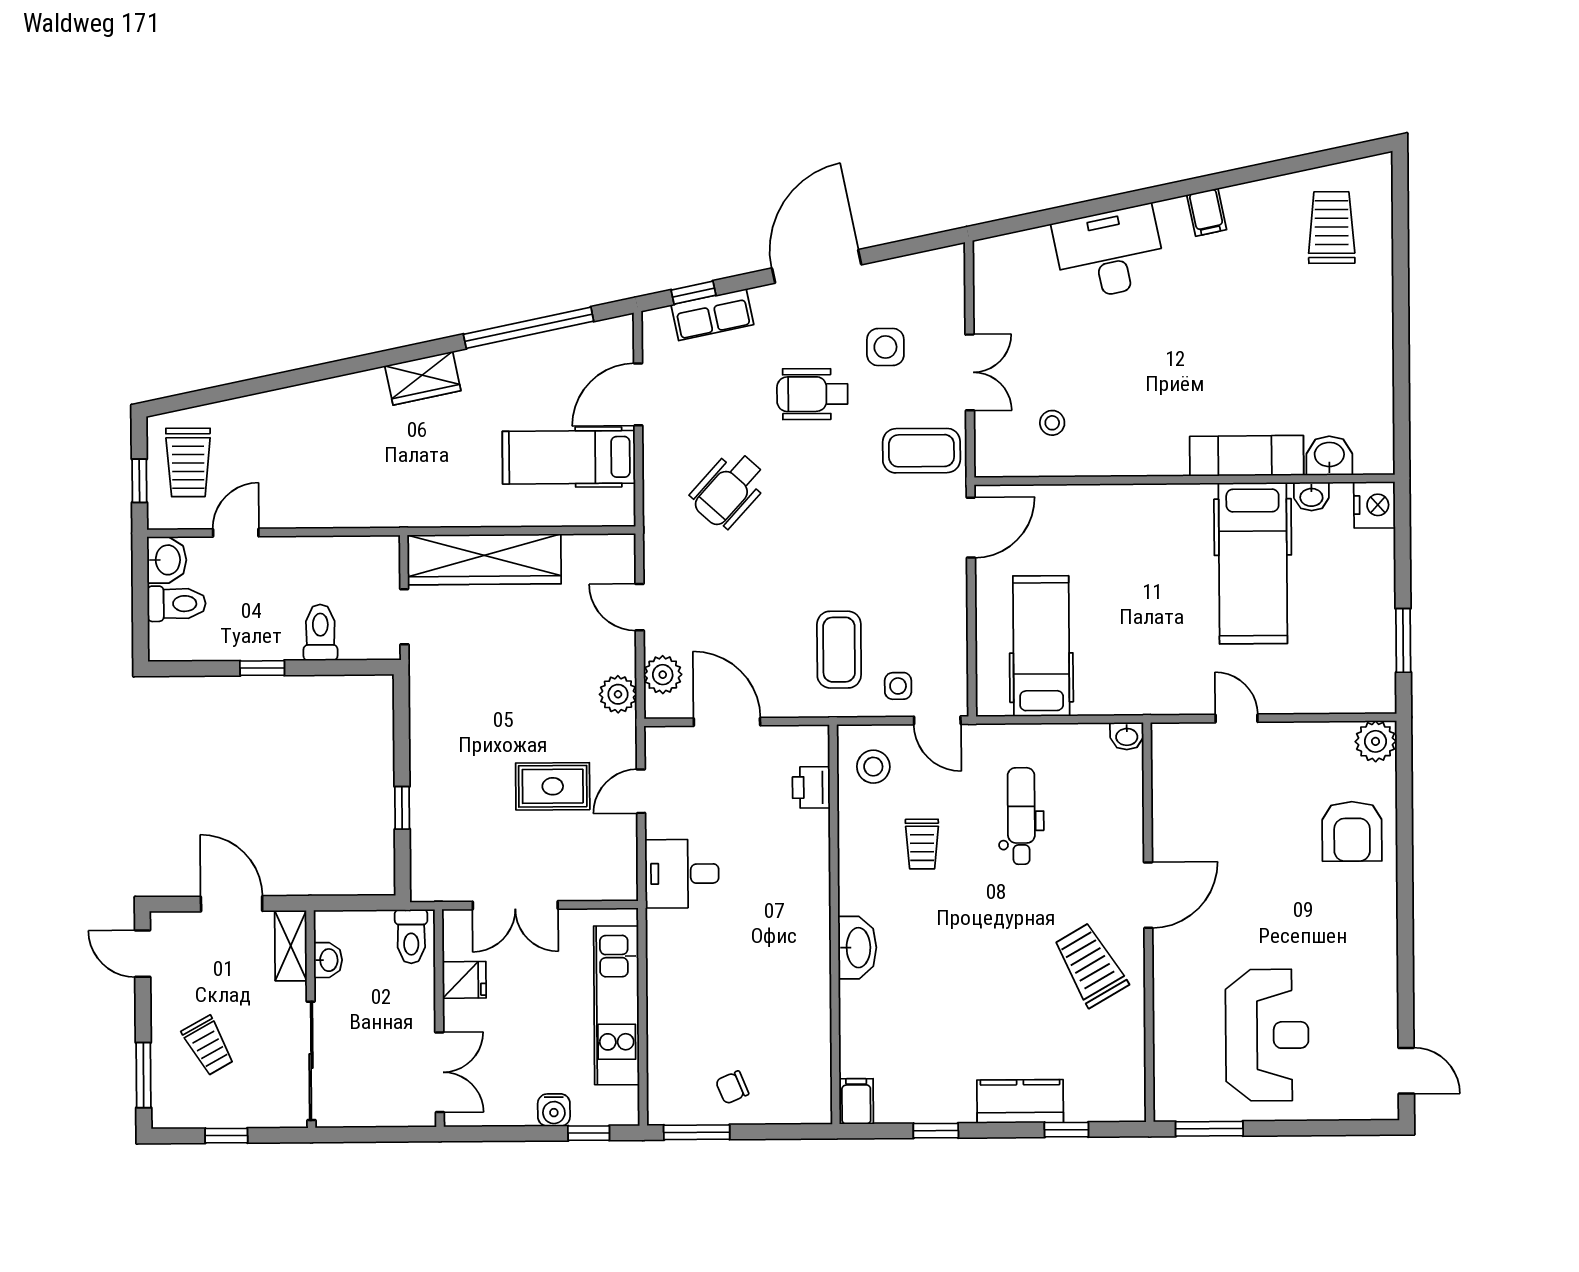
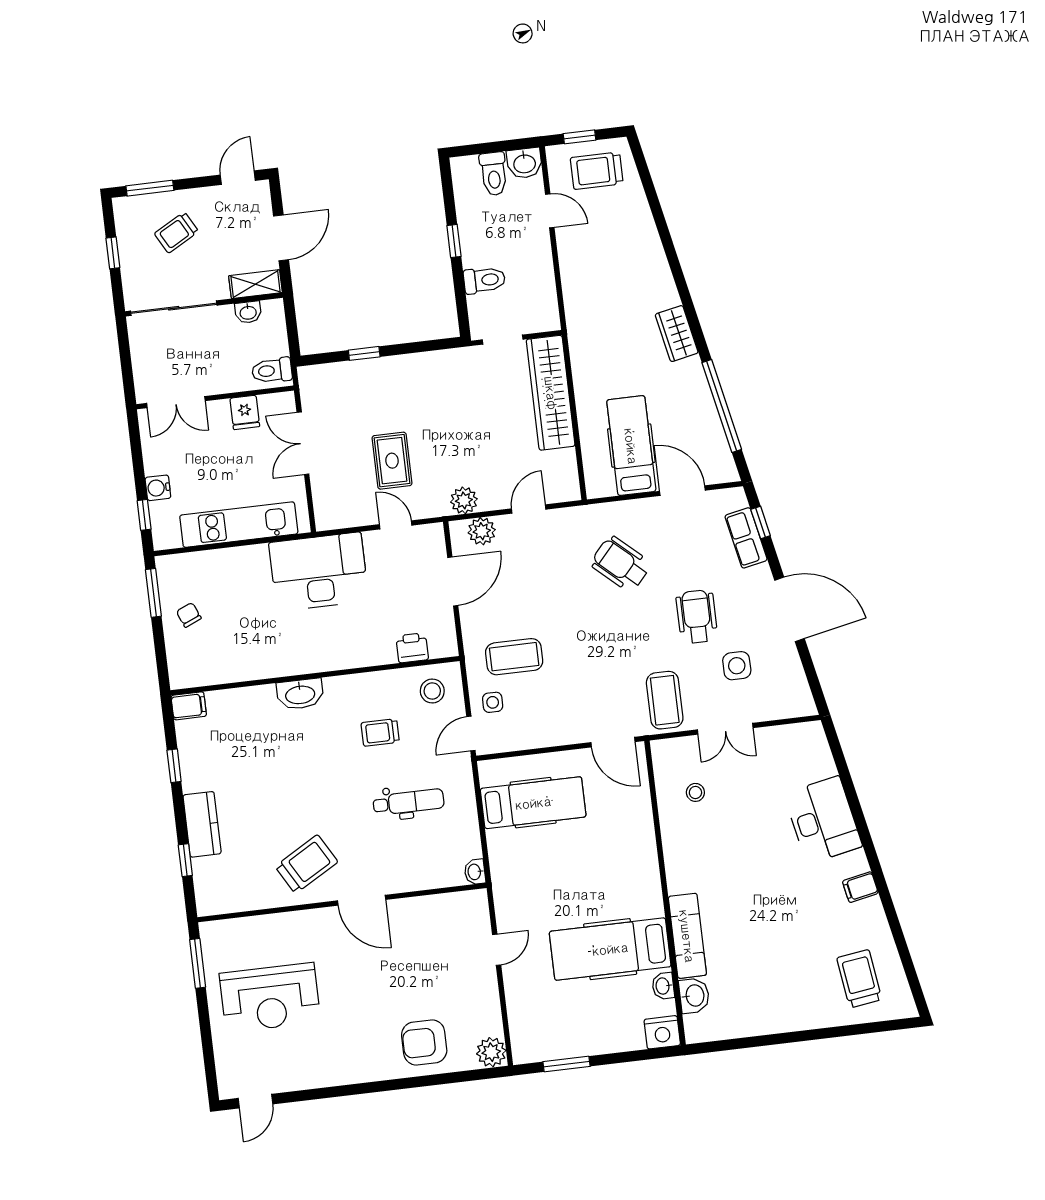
trolley: (1332, 228) -> (859, 979), turned -98
desk: (682, 874) -> (319, 572), width x1.87, depth x1.30

